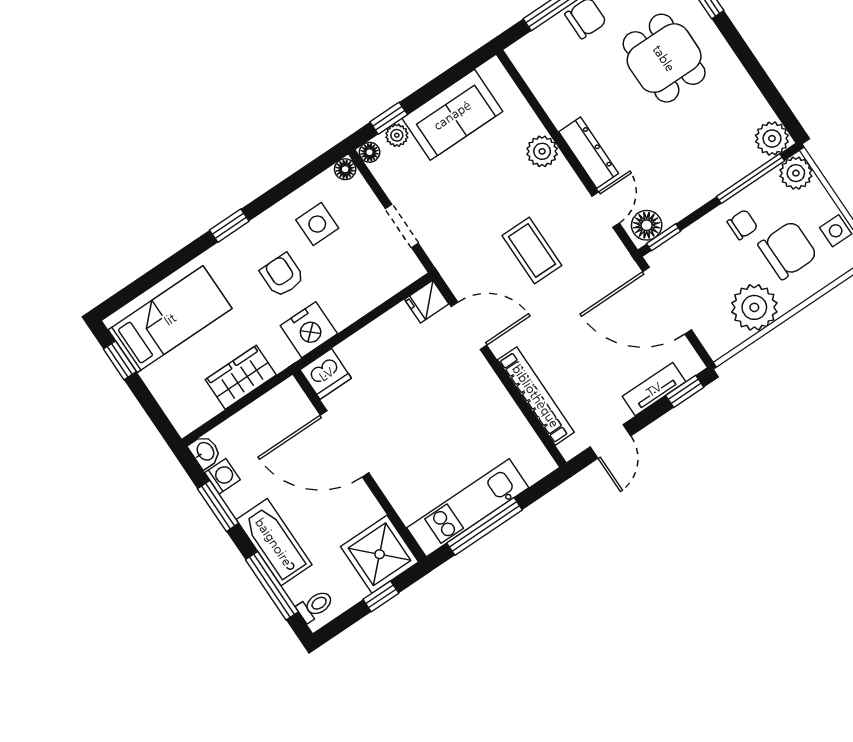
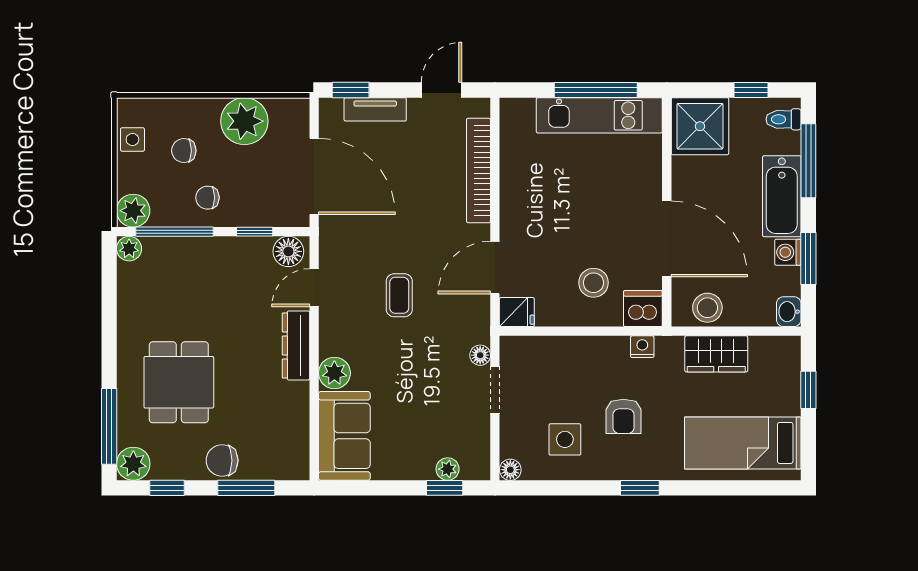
sofa: (452, 115) -> (344, 436), moved, turned 90
plant: (772, 139) -> (129, 249), width x0.73, depth x0.73
floor lamp: (370, 152) -> (480, 355), moved
window: (664, 237) -> (255, 232), moved
chair: (788, 250) -> (184, 151), width x0.54, depth x0.54
coffee table: (532, 251) -> (399, 295), width x0.73, depth x0.77
door: (469, 326) -> (495, 268), hinge flipped
nightstand: (309, 330) -> (642, 347), width x0.53, depth x0.56
window: (120, 360) -> (808, 390), moved
stool: (380, 368) -> (593, 283), added
stool: (273, 410) -> (707, 308), added
washing machine: (222, 476) -> (788, 252), moved
window: (381, 596) -> (751, 90), moved

